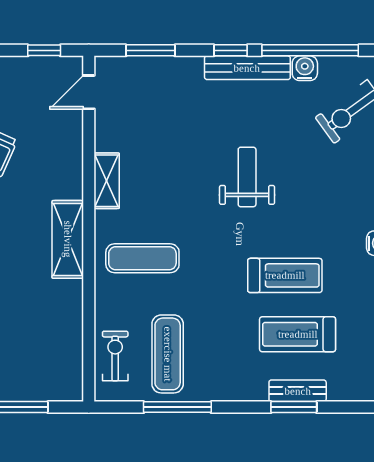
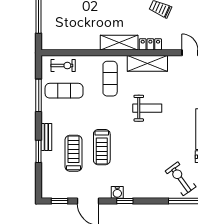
locker: (71, 174) -> (150, 44), added
weight bench: (247, 177) -> (147, 108), moved
shelving: (107, 181) -> (147, 63), width x1.50, depth x1.33
bench: (298, 391) -> (46, 137), moved

